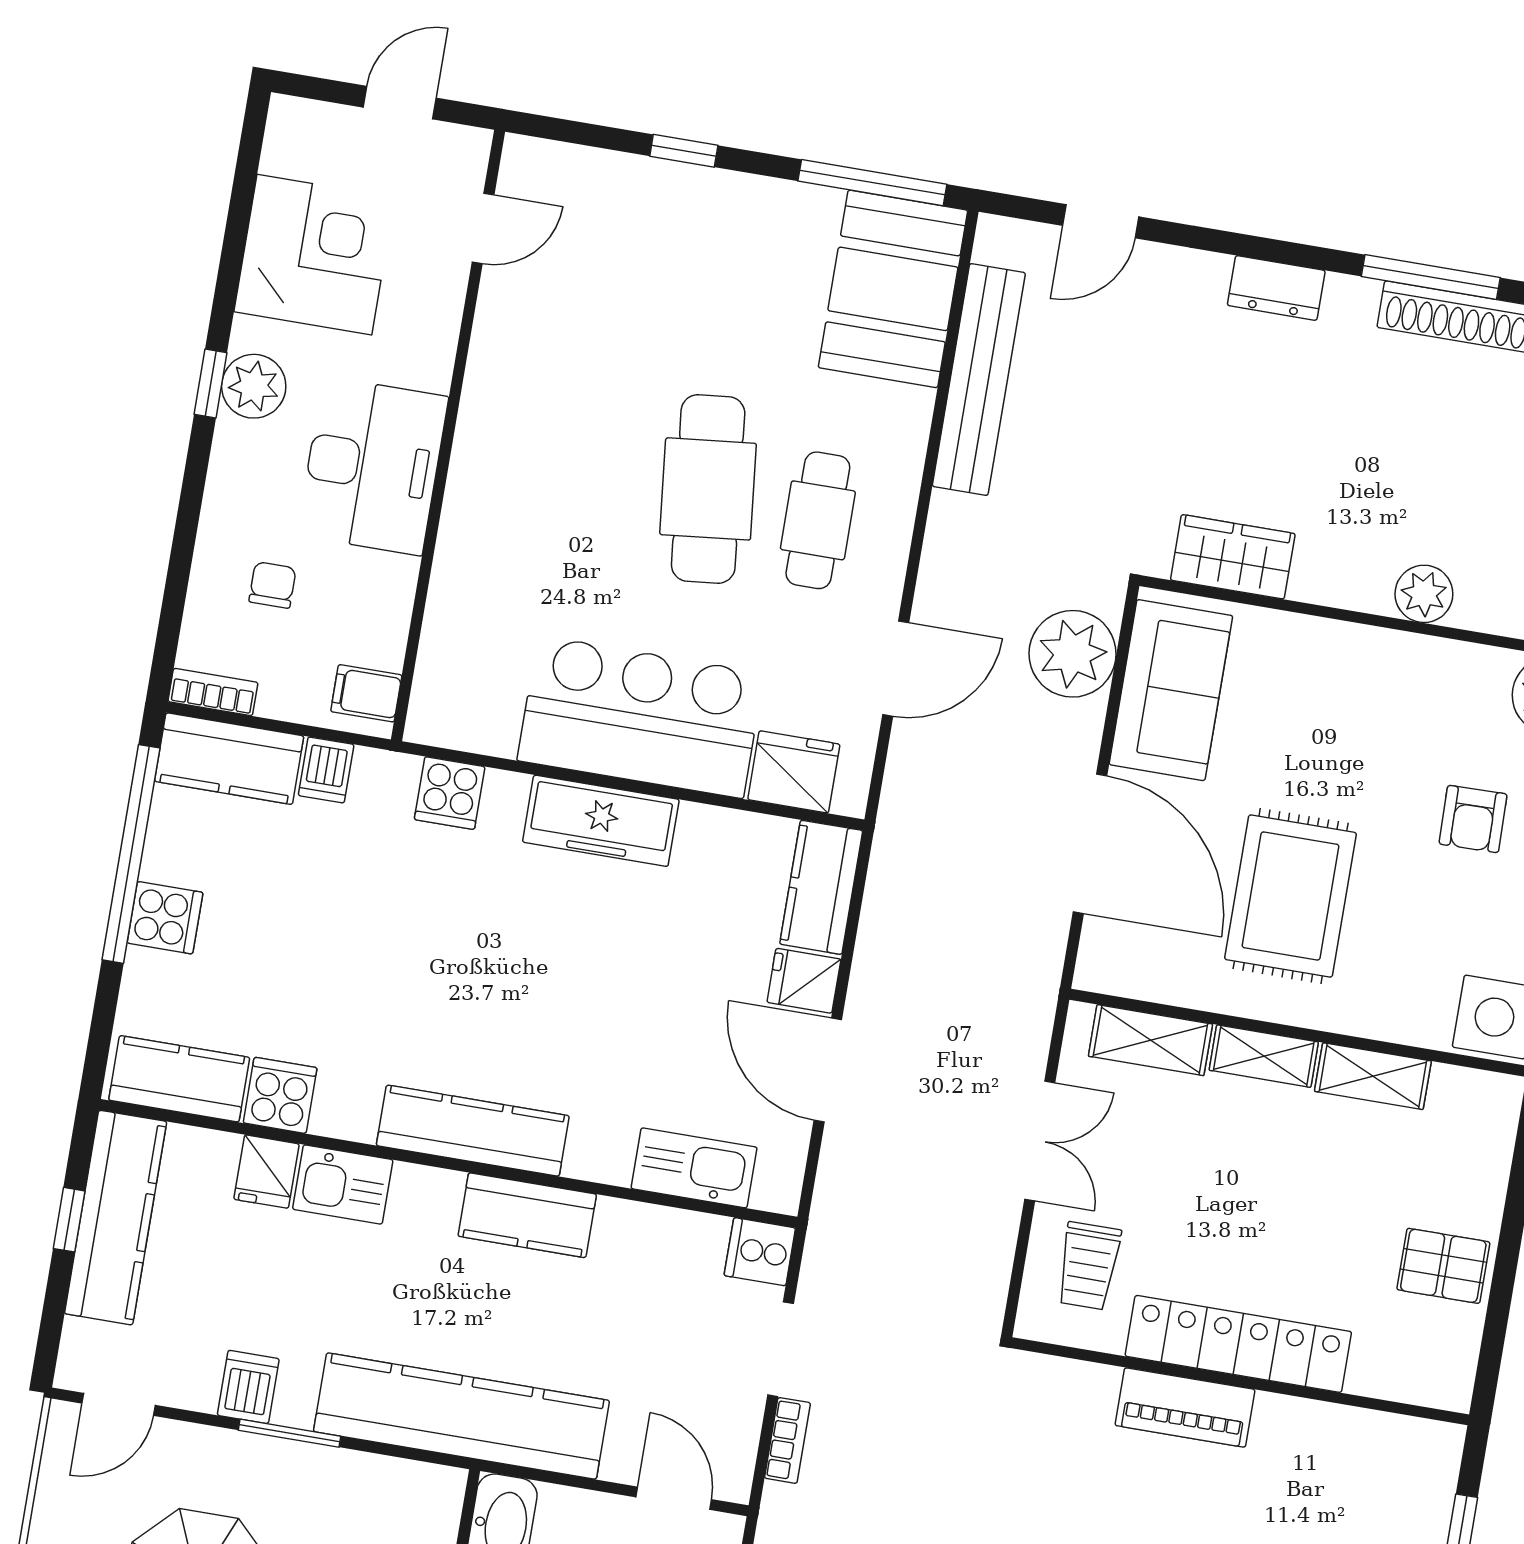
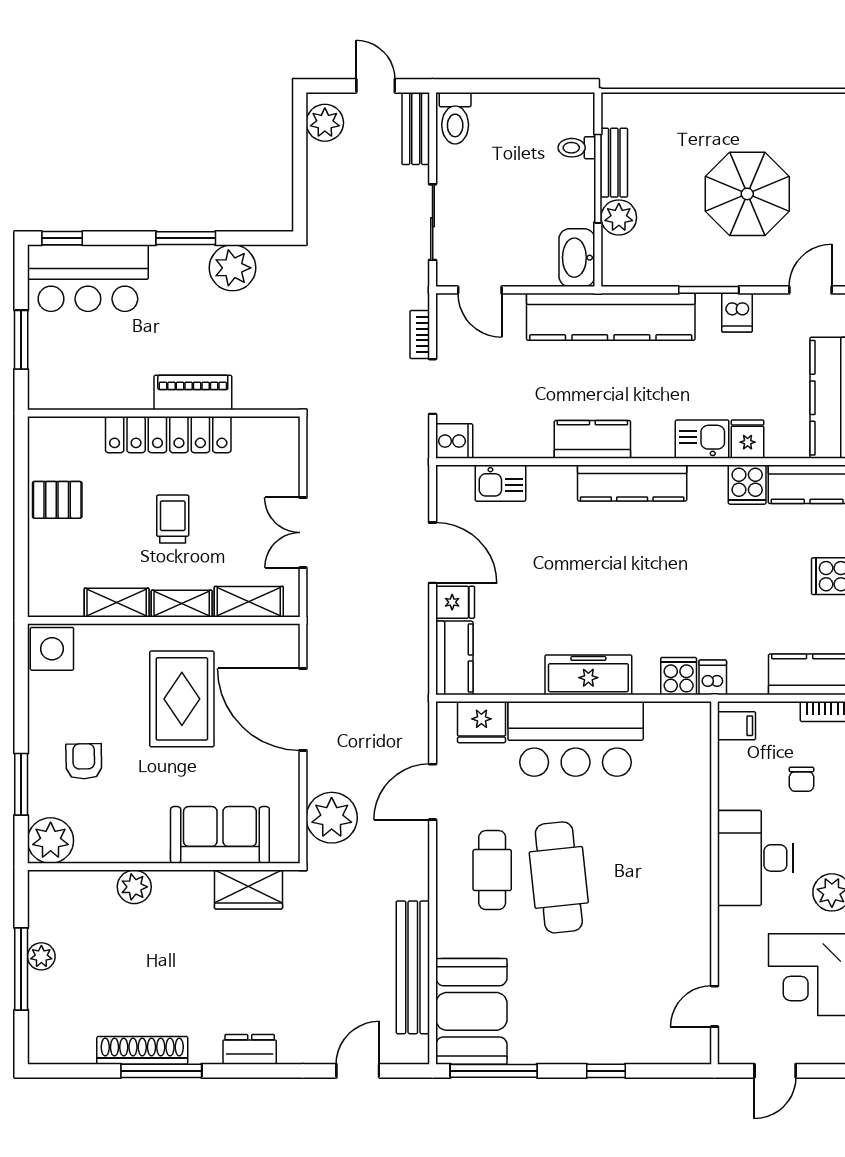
sofa: (1171, 690) -> (220, 835), moved, turned 90
dishwasher: (326, 770) -> (713, 677), moved
kitchen sink: (694, 1168) -> (500, 483), width x0.73
trolley: (1088, 1266) -> (173, 519), moved

